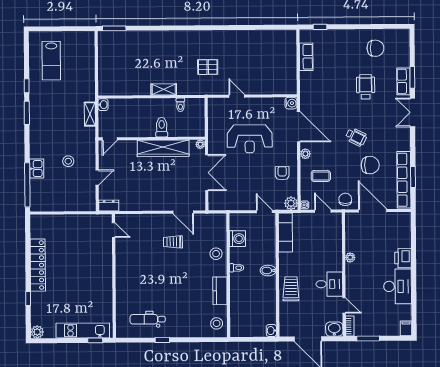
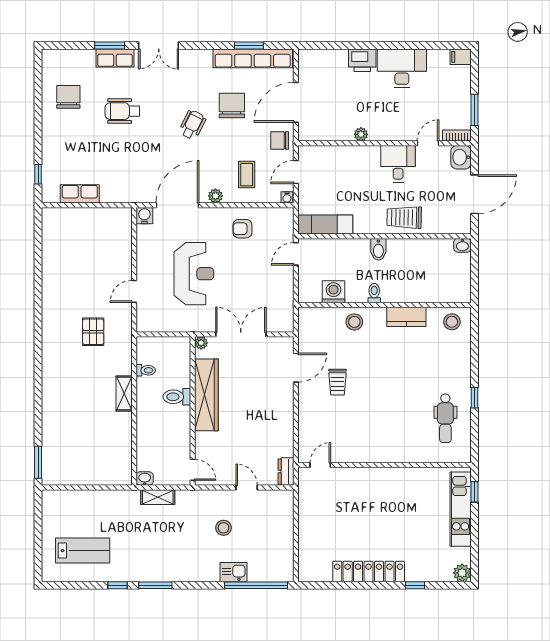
plant: (291, 203) -> (285, 217), removed

